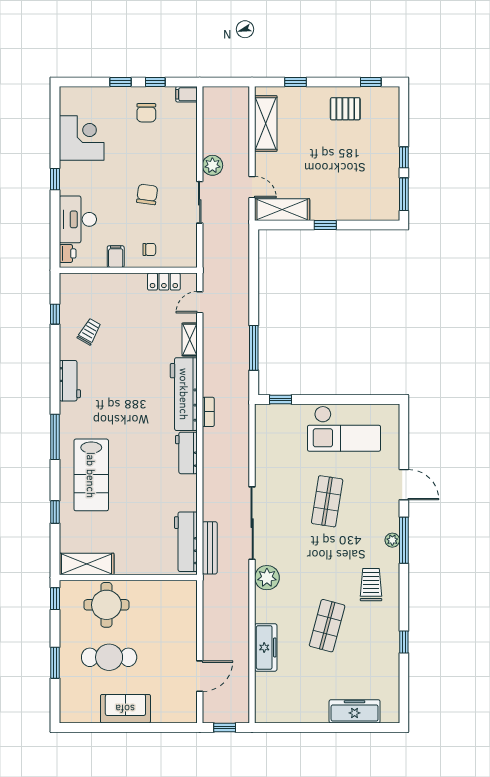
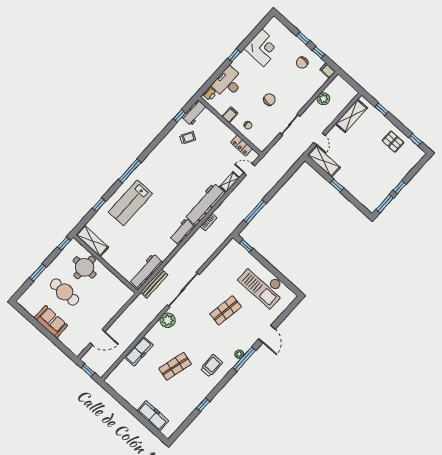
plant: (212, 165) -> (323, 99), moved
workbench: (70, 381) -> (194, 113), moved

